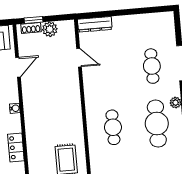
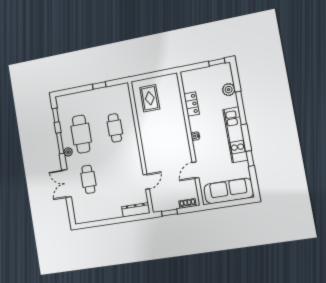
window: (34, 20) -> (169, 213), moved
plant: (50, 29) -> (172, 203), removed
door: (79, 58) -> (146, 182), swing flipped

